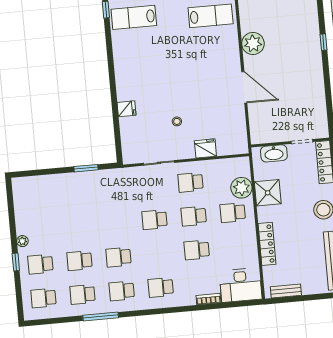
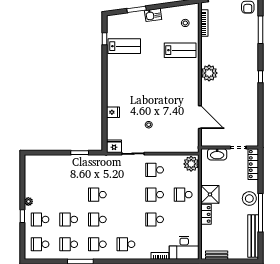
lab bench: (134, 17) -> (124, 46), turned 180
door: (244, 87) -> (200, 117), moved
fridge: (205, 148) -> (114, 146), moved
plant: (241, 188) -> (191, 164), moved
shower: (268, 193) -> (210, 194), moved
school desk: (155, 220) -> (97, 195), moved
locker: (267, 244) -> (206, 214), width x0.66

